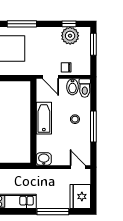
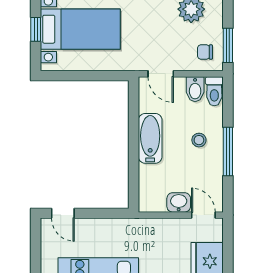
window: (93, 44) -> (228, 45), moved
chair: (66, 67) -> (205, 52), moved
washbasin: (44, 159) -> (179, 202), moved

